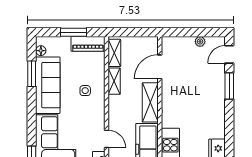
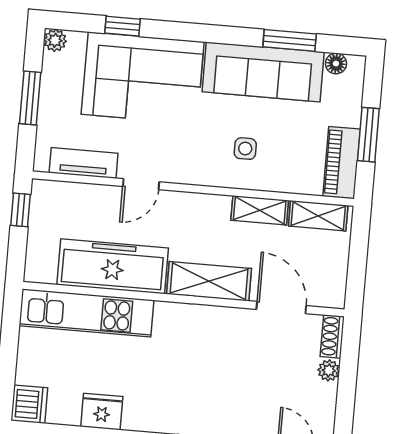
shoe rack: (172, 41) -> (332, 336), added
plant: (200, 41) -> (329, 370), moved

